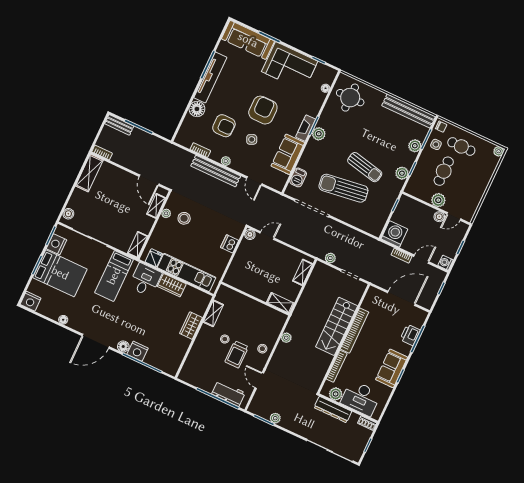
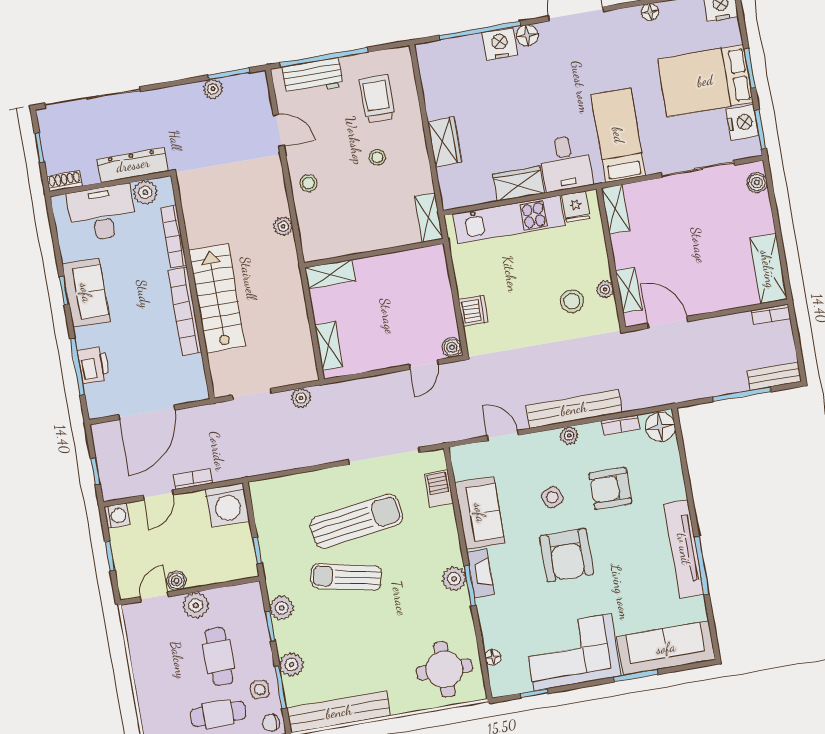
floor lamp: (197, 109) -> (660, 427), moved
shelving: (213, 313) -> (429, 218), moved
trolley: (237, 354) -> (377, 99), moved

